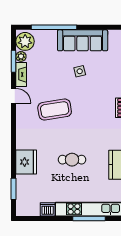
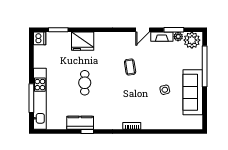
coffee table: (55, 110) -> (130, 67), width x0.54, depth x0.58
dishwasher: (48, 209) -> (40, 38), moved

